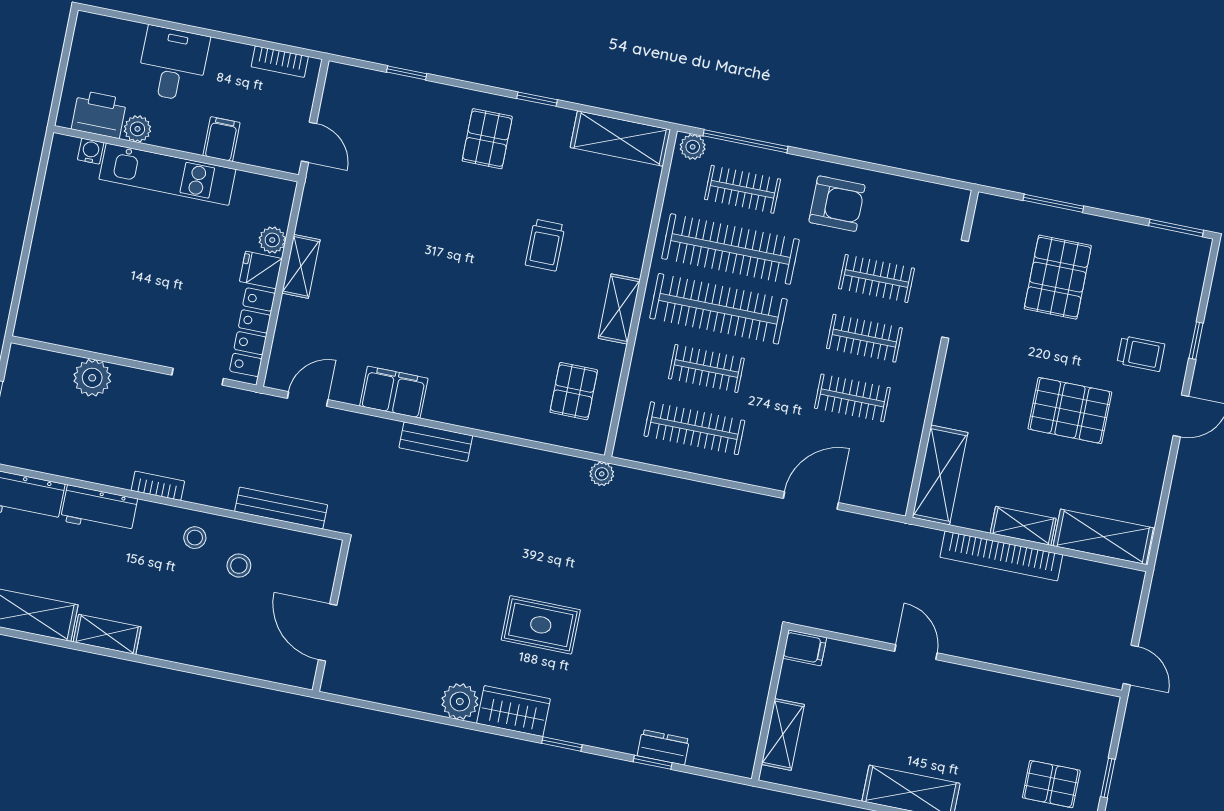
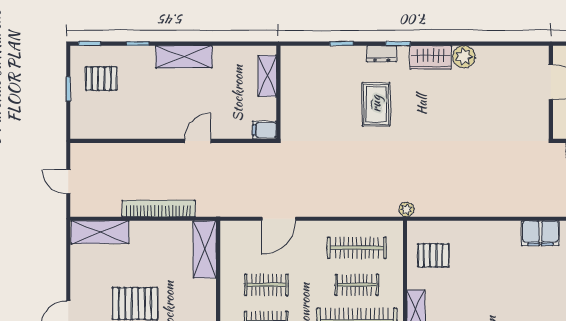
pallet: (574, 391) -> (433, 255), turned 90
bench: (436, 442) -> (509, 209), removed
shelving: (1023, 526) -> (149, 229), removed
rug: (541, 625) -> (376, 104), moved, turned 90
door: (916, 652) -> (198, 141), swing flipped
door: (1131, 665) -> (68, 182), moved
dresser: (663, 747) -> (382, 54), moved

